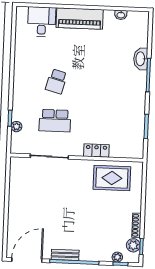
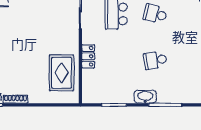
washbasin: (141, 59) -> (145, 97), moved
school desk: (103, 83) -> (155, 60), added

